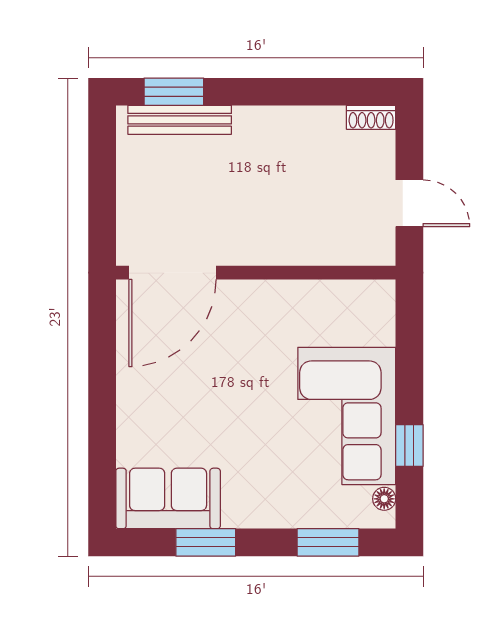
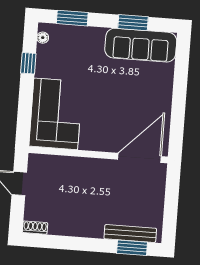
corner sofa: (347, 416) -> (56, 114), moved
sofa: (168, 498) -> (141, 45), width x1.36

